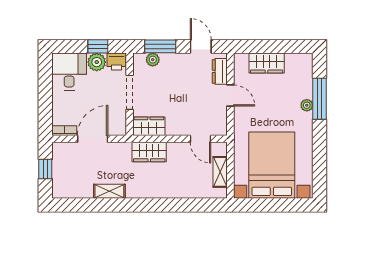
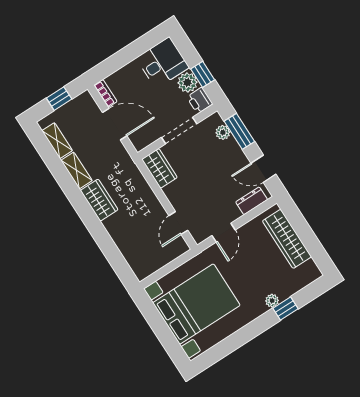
door: (201, 46) -> (263, 169), swing flipped
wardrobe: (267, 63) -> (287, 239), width x1.50
door: (230, 95) -> (224, 233), moved
window: (320, 99) -> (285, 309), width x0.46
wardrobe: (149, 152) -> (99, 200), moved, turned 180
shelving: (220, 172) -> (57, 141), moved, turned 90

